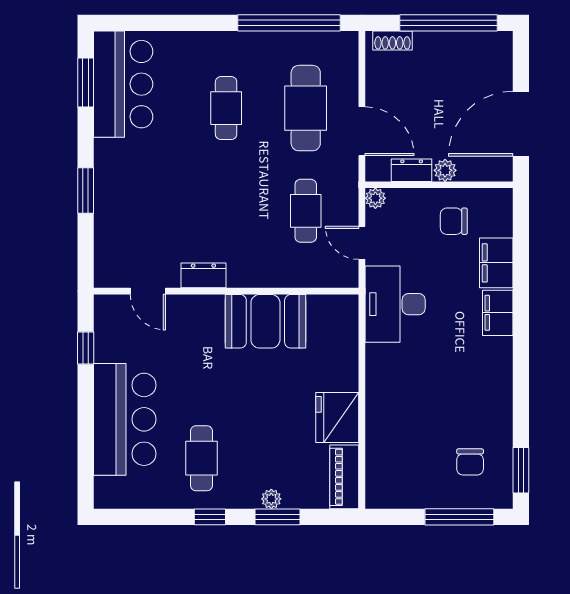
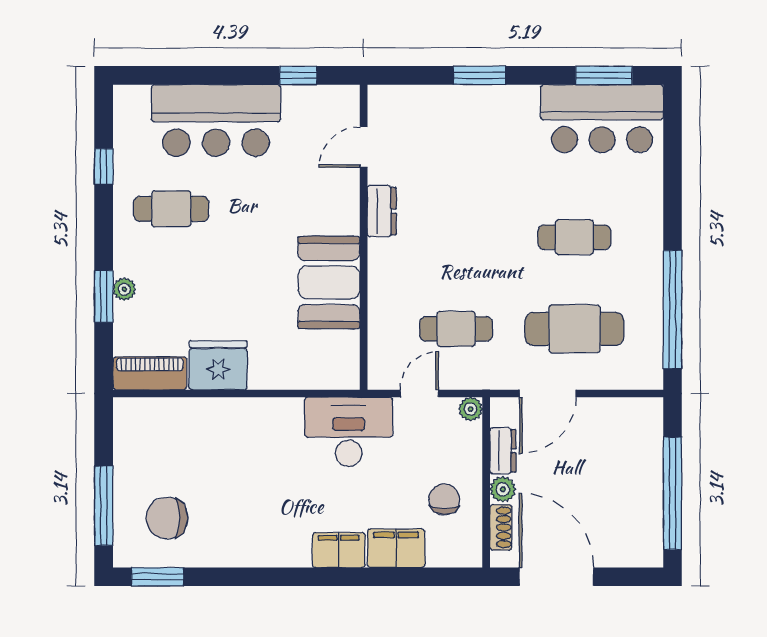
shoe rack: (392, 40) -> (501, 527), moved, turned 180
chair: (470, 462) -> (167, 518), width x1.37, depth x1.37
window: (210, 517) -> (104, 166), moved

